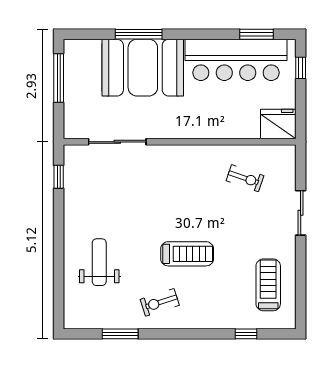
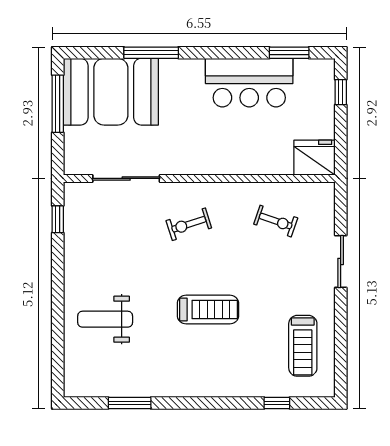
bar counter: (236, 60) -> (249, 83), width x0.73
booth: (143, 68) -> (111, 92), moved
weight bench: (99, 262) -> (105, 319), turned -90
treadmill: (268, 285) -> (303, 346), turned 180
exercise bike: (160, 302) -> (189, 224), moved

